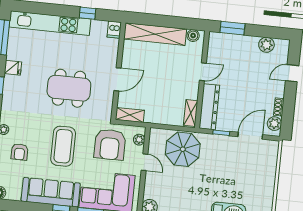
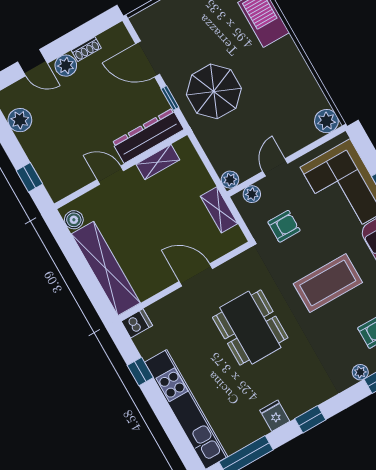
window: (232, 28) -> (29, 177), width x0.67
shelving: (191, 113) -> (158, 162), moved
shelving: (130, 115) -> (219, 210), moved
plant: (274, 124) -> (66, 66), moved
plant: (155, 134) -> (230, 180), added
armchair: (110, 145) -> (284, 226), width x0.53, depth x0.53
parasol: (183, 149) -> (214, 91), moved

